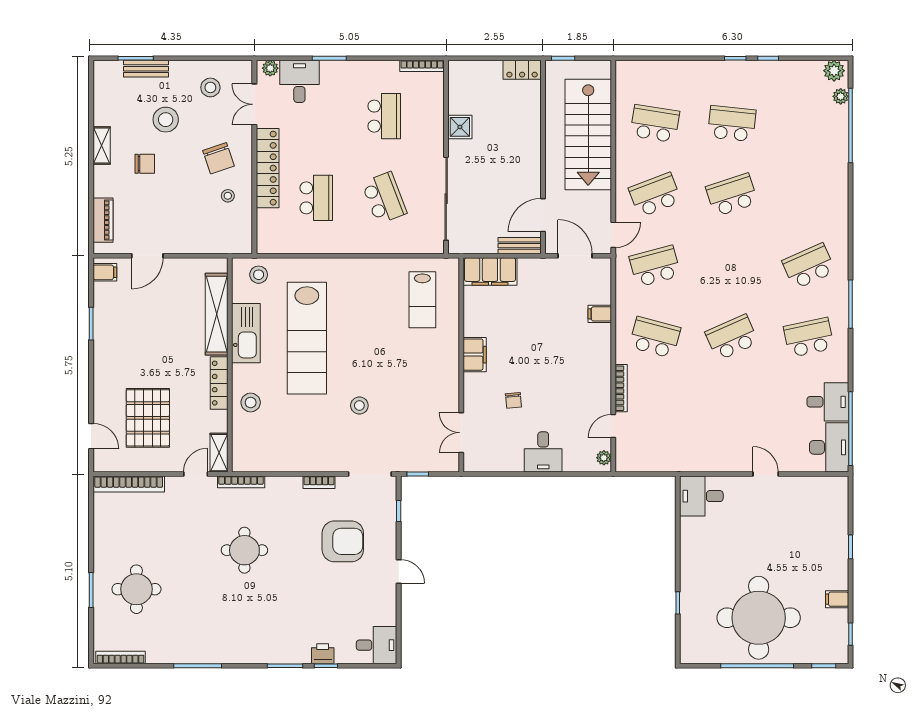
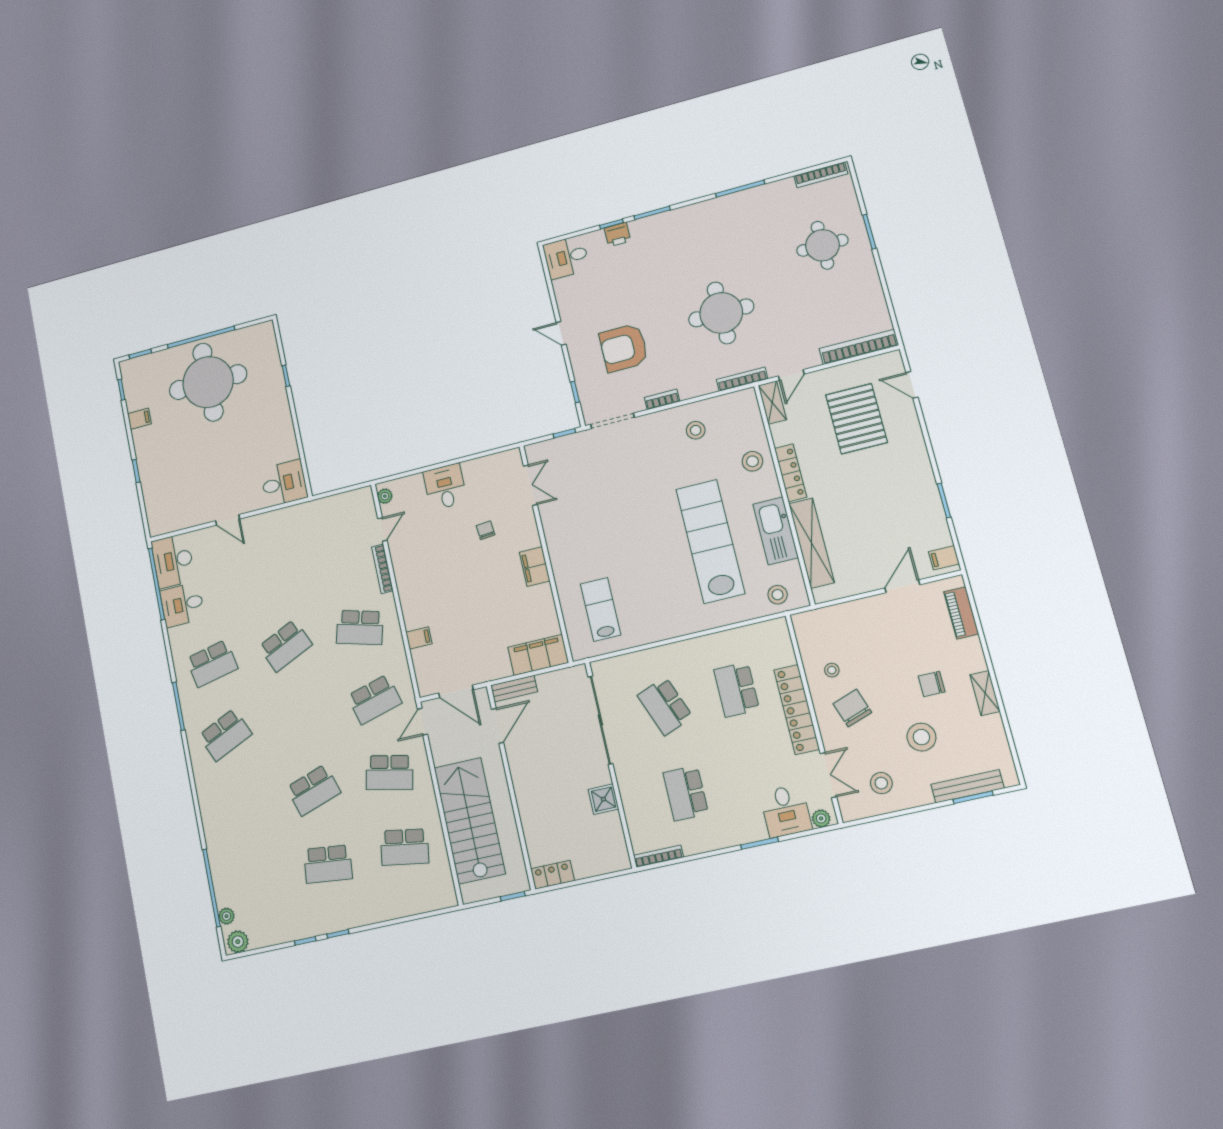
bench: (146, 69) -> (967, 786), width x1.36
school desk: (655, 195) -> (389, 773), turned 33
stool: (359, 406) -> (696, 430), moved
round table: (244, 550) -> (721, 313), width x1.36, depth x1.36

